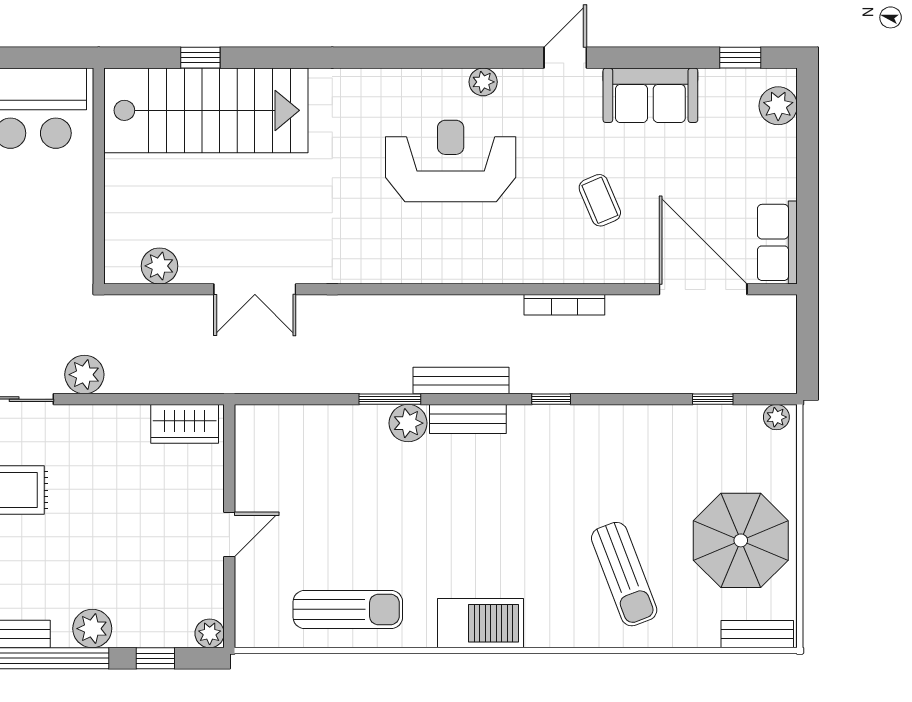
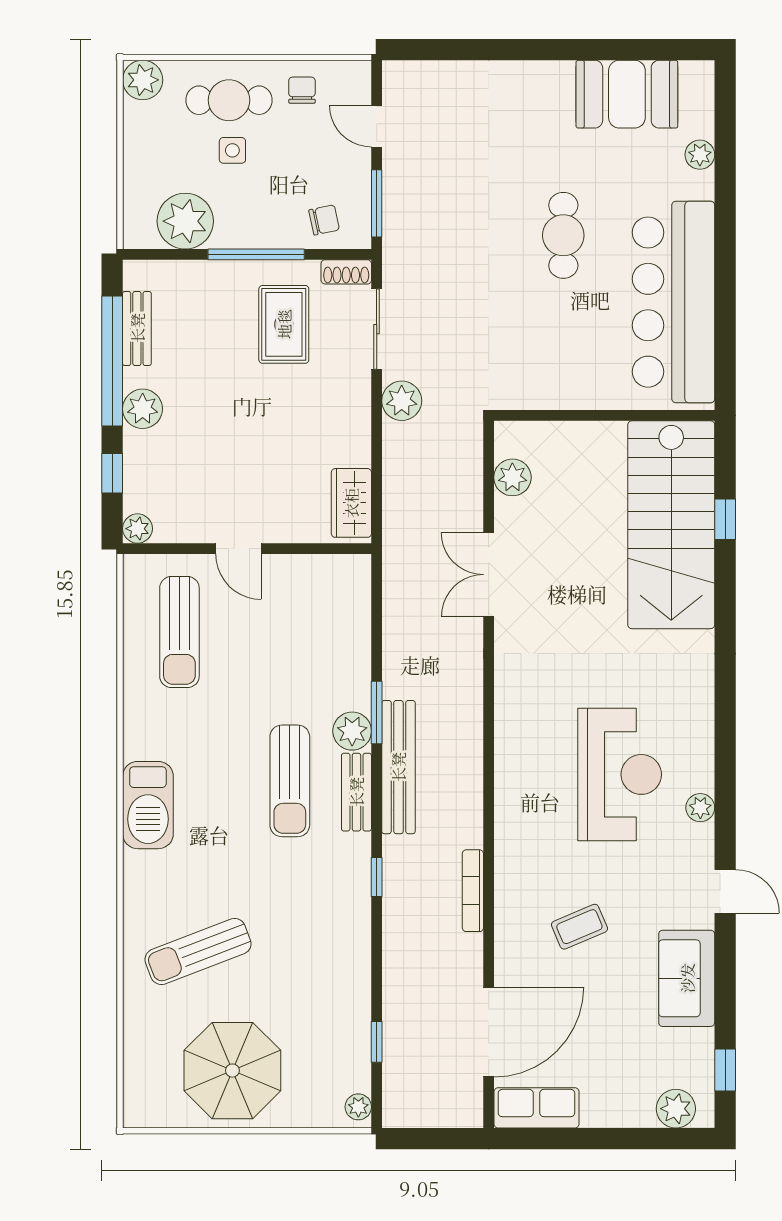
bench: (461, 381) -> (398, 767), width x1.37, depth x1.21
sun lounger: (457, 484) -> (290, 781), added
sun lounger: (348, 609) -> (179, 632), moved
bench: (757, 634) -> (137, 1087), removed

